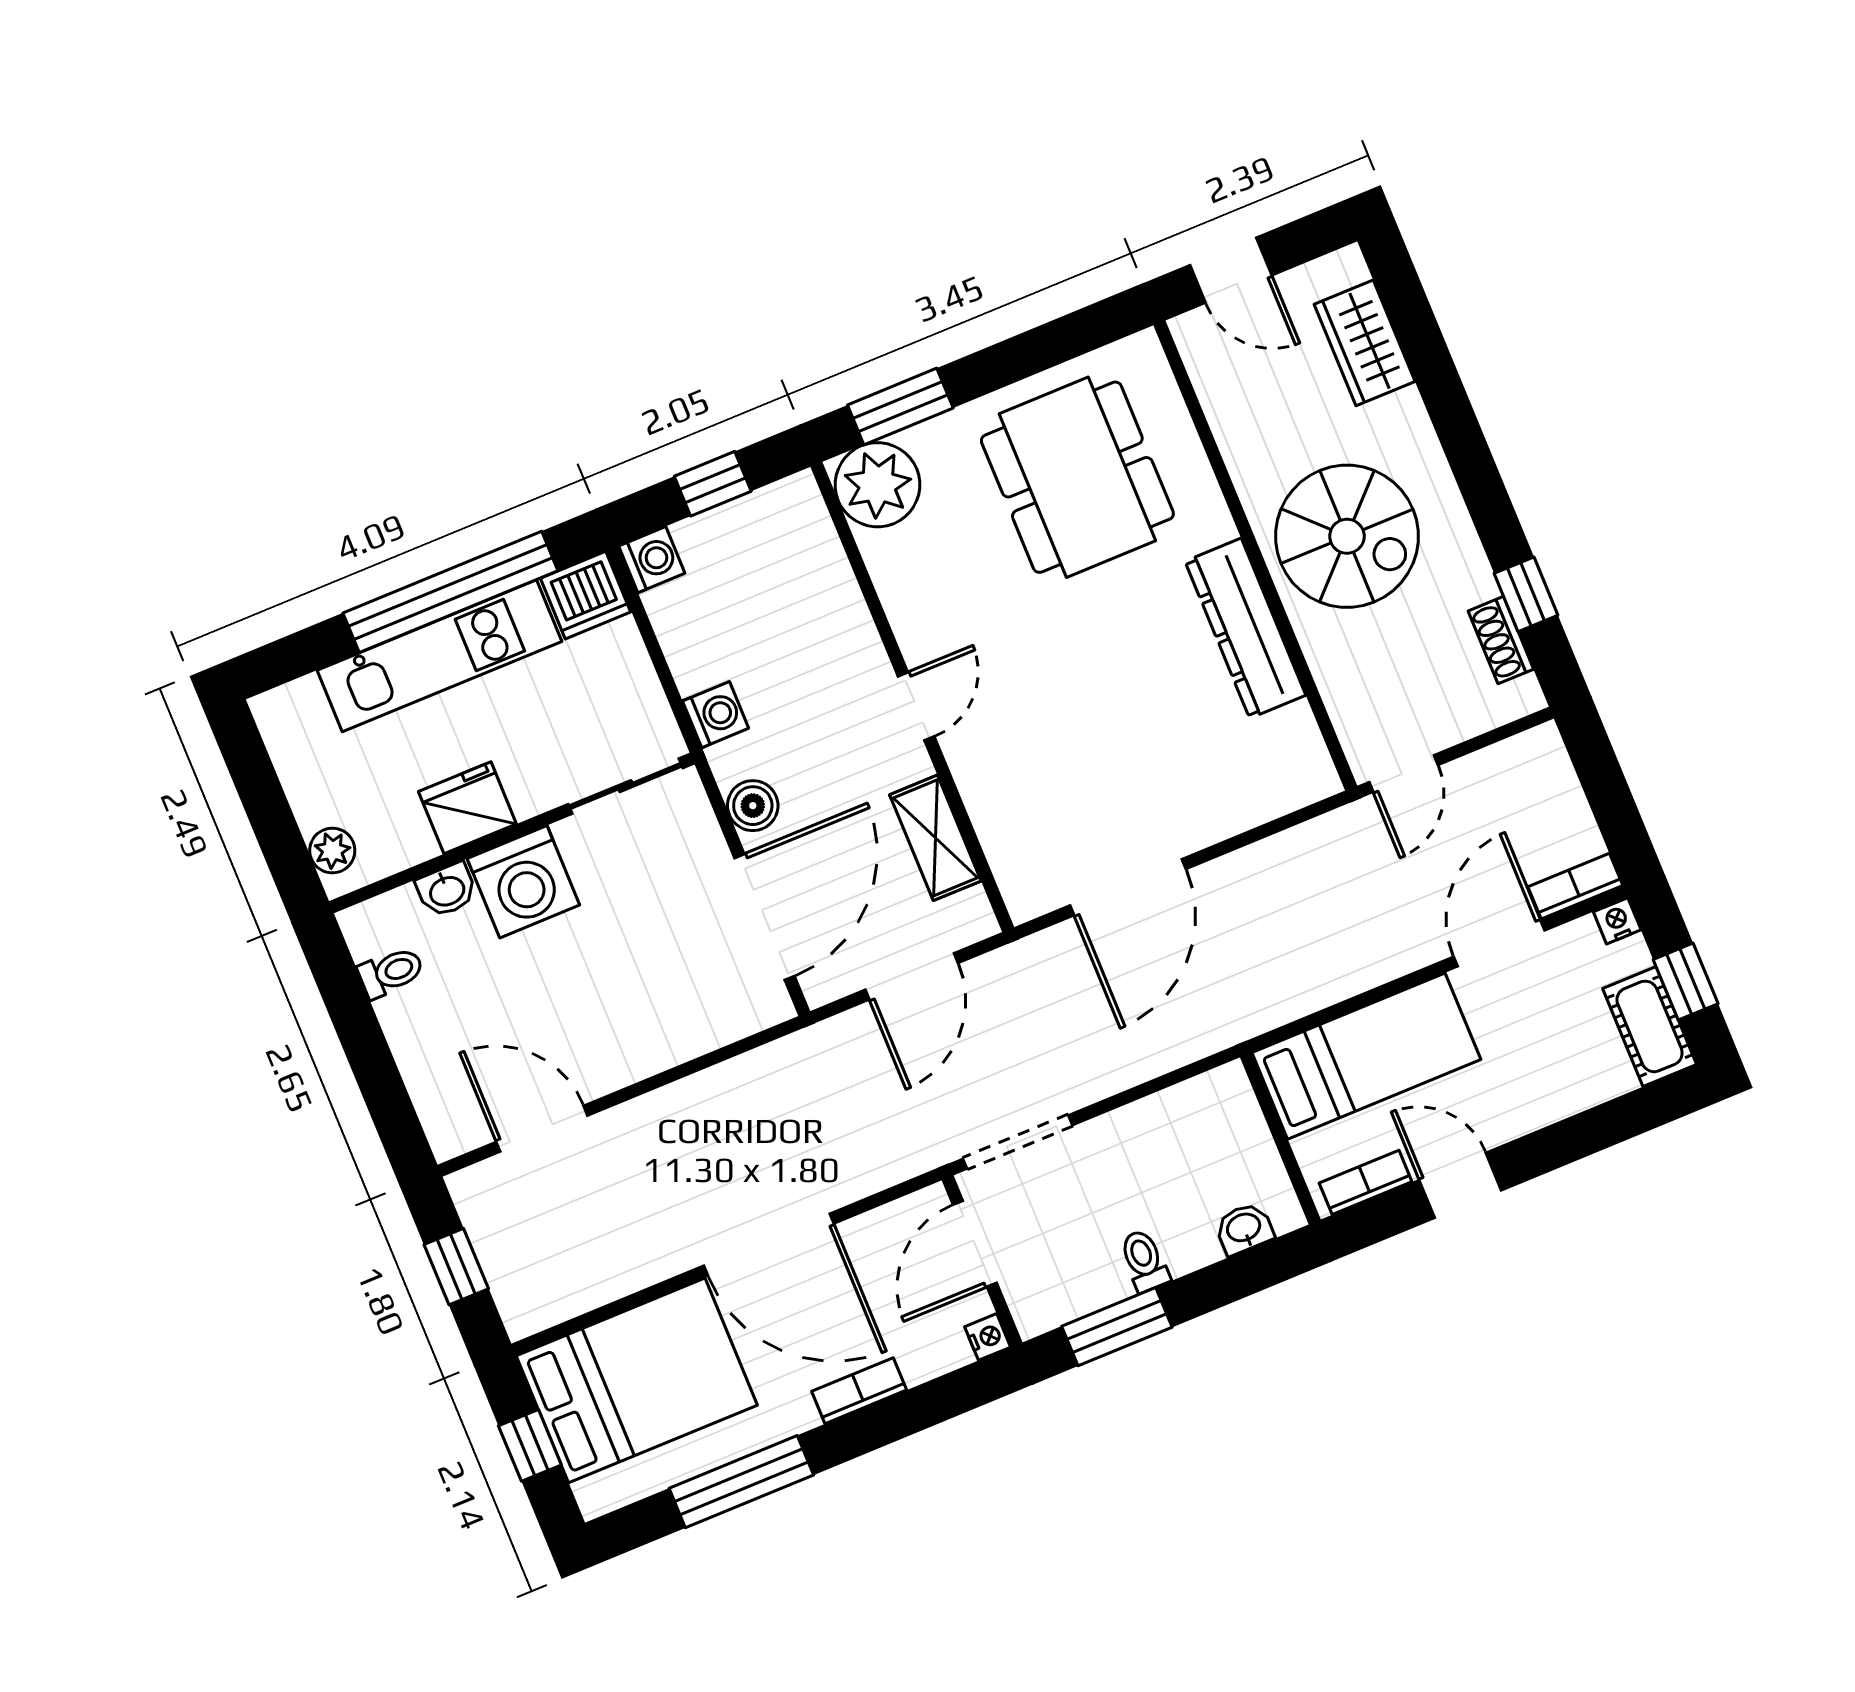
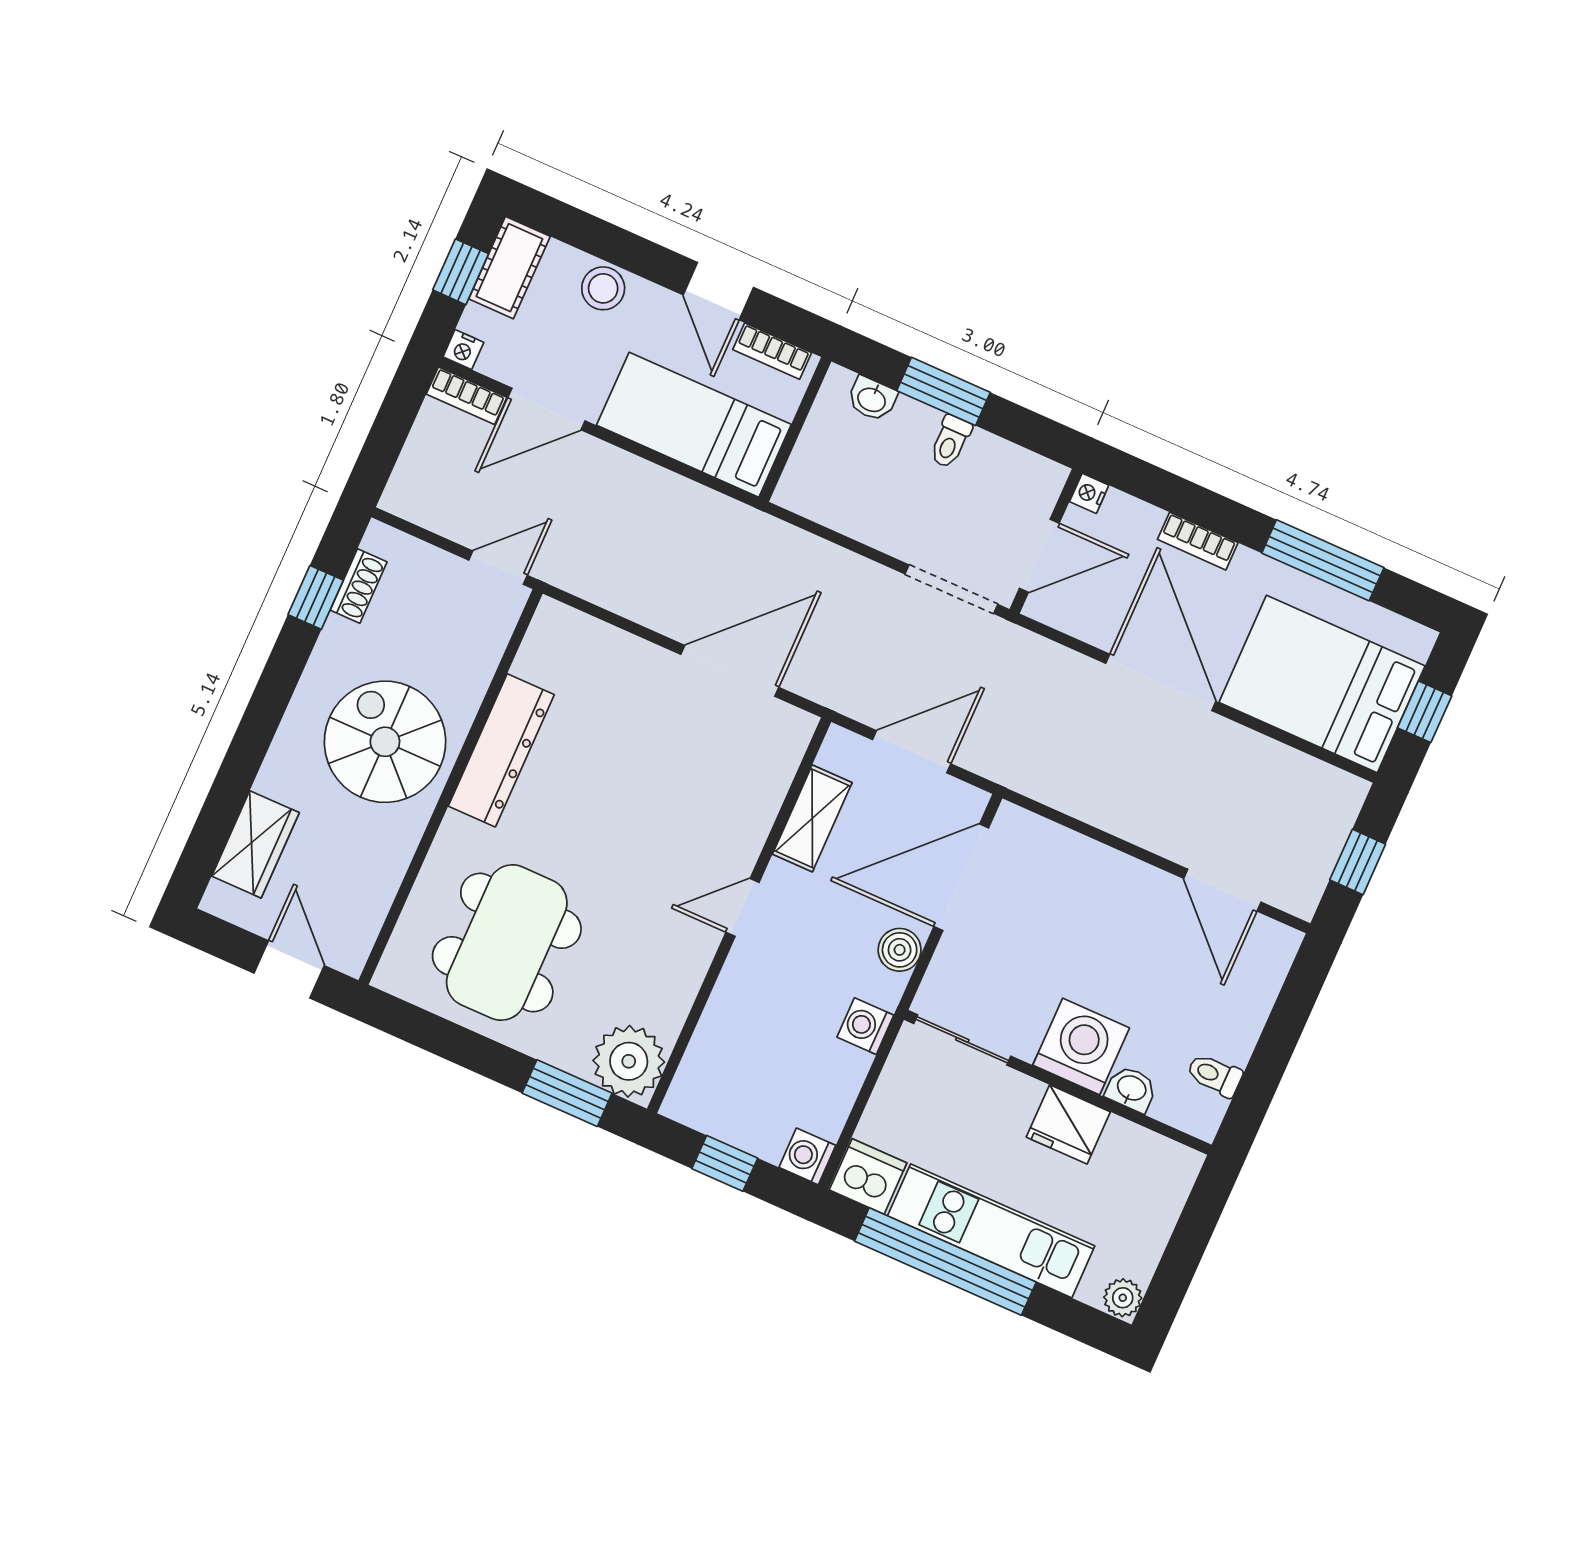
plant: (332, 851) -> (1123, 1298), moved
stool: (1556, 1089) -> (603, 288), added
window: (1117, 1327) -> (944, 391), moved

